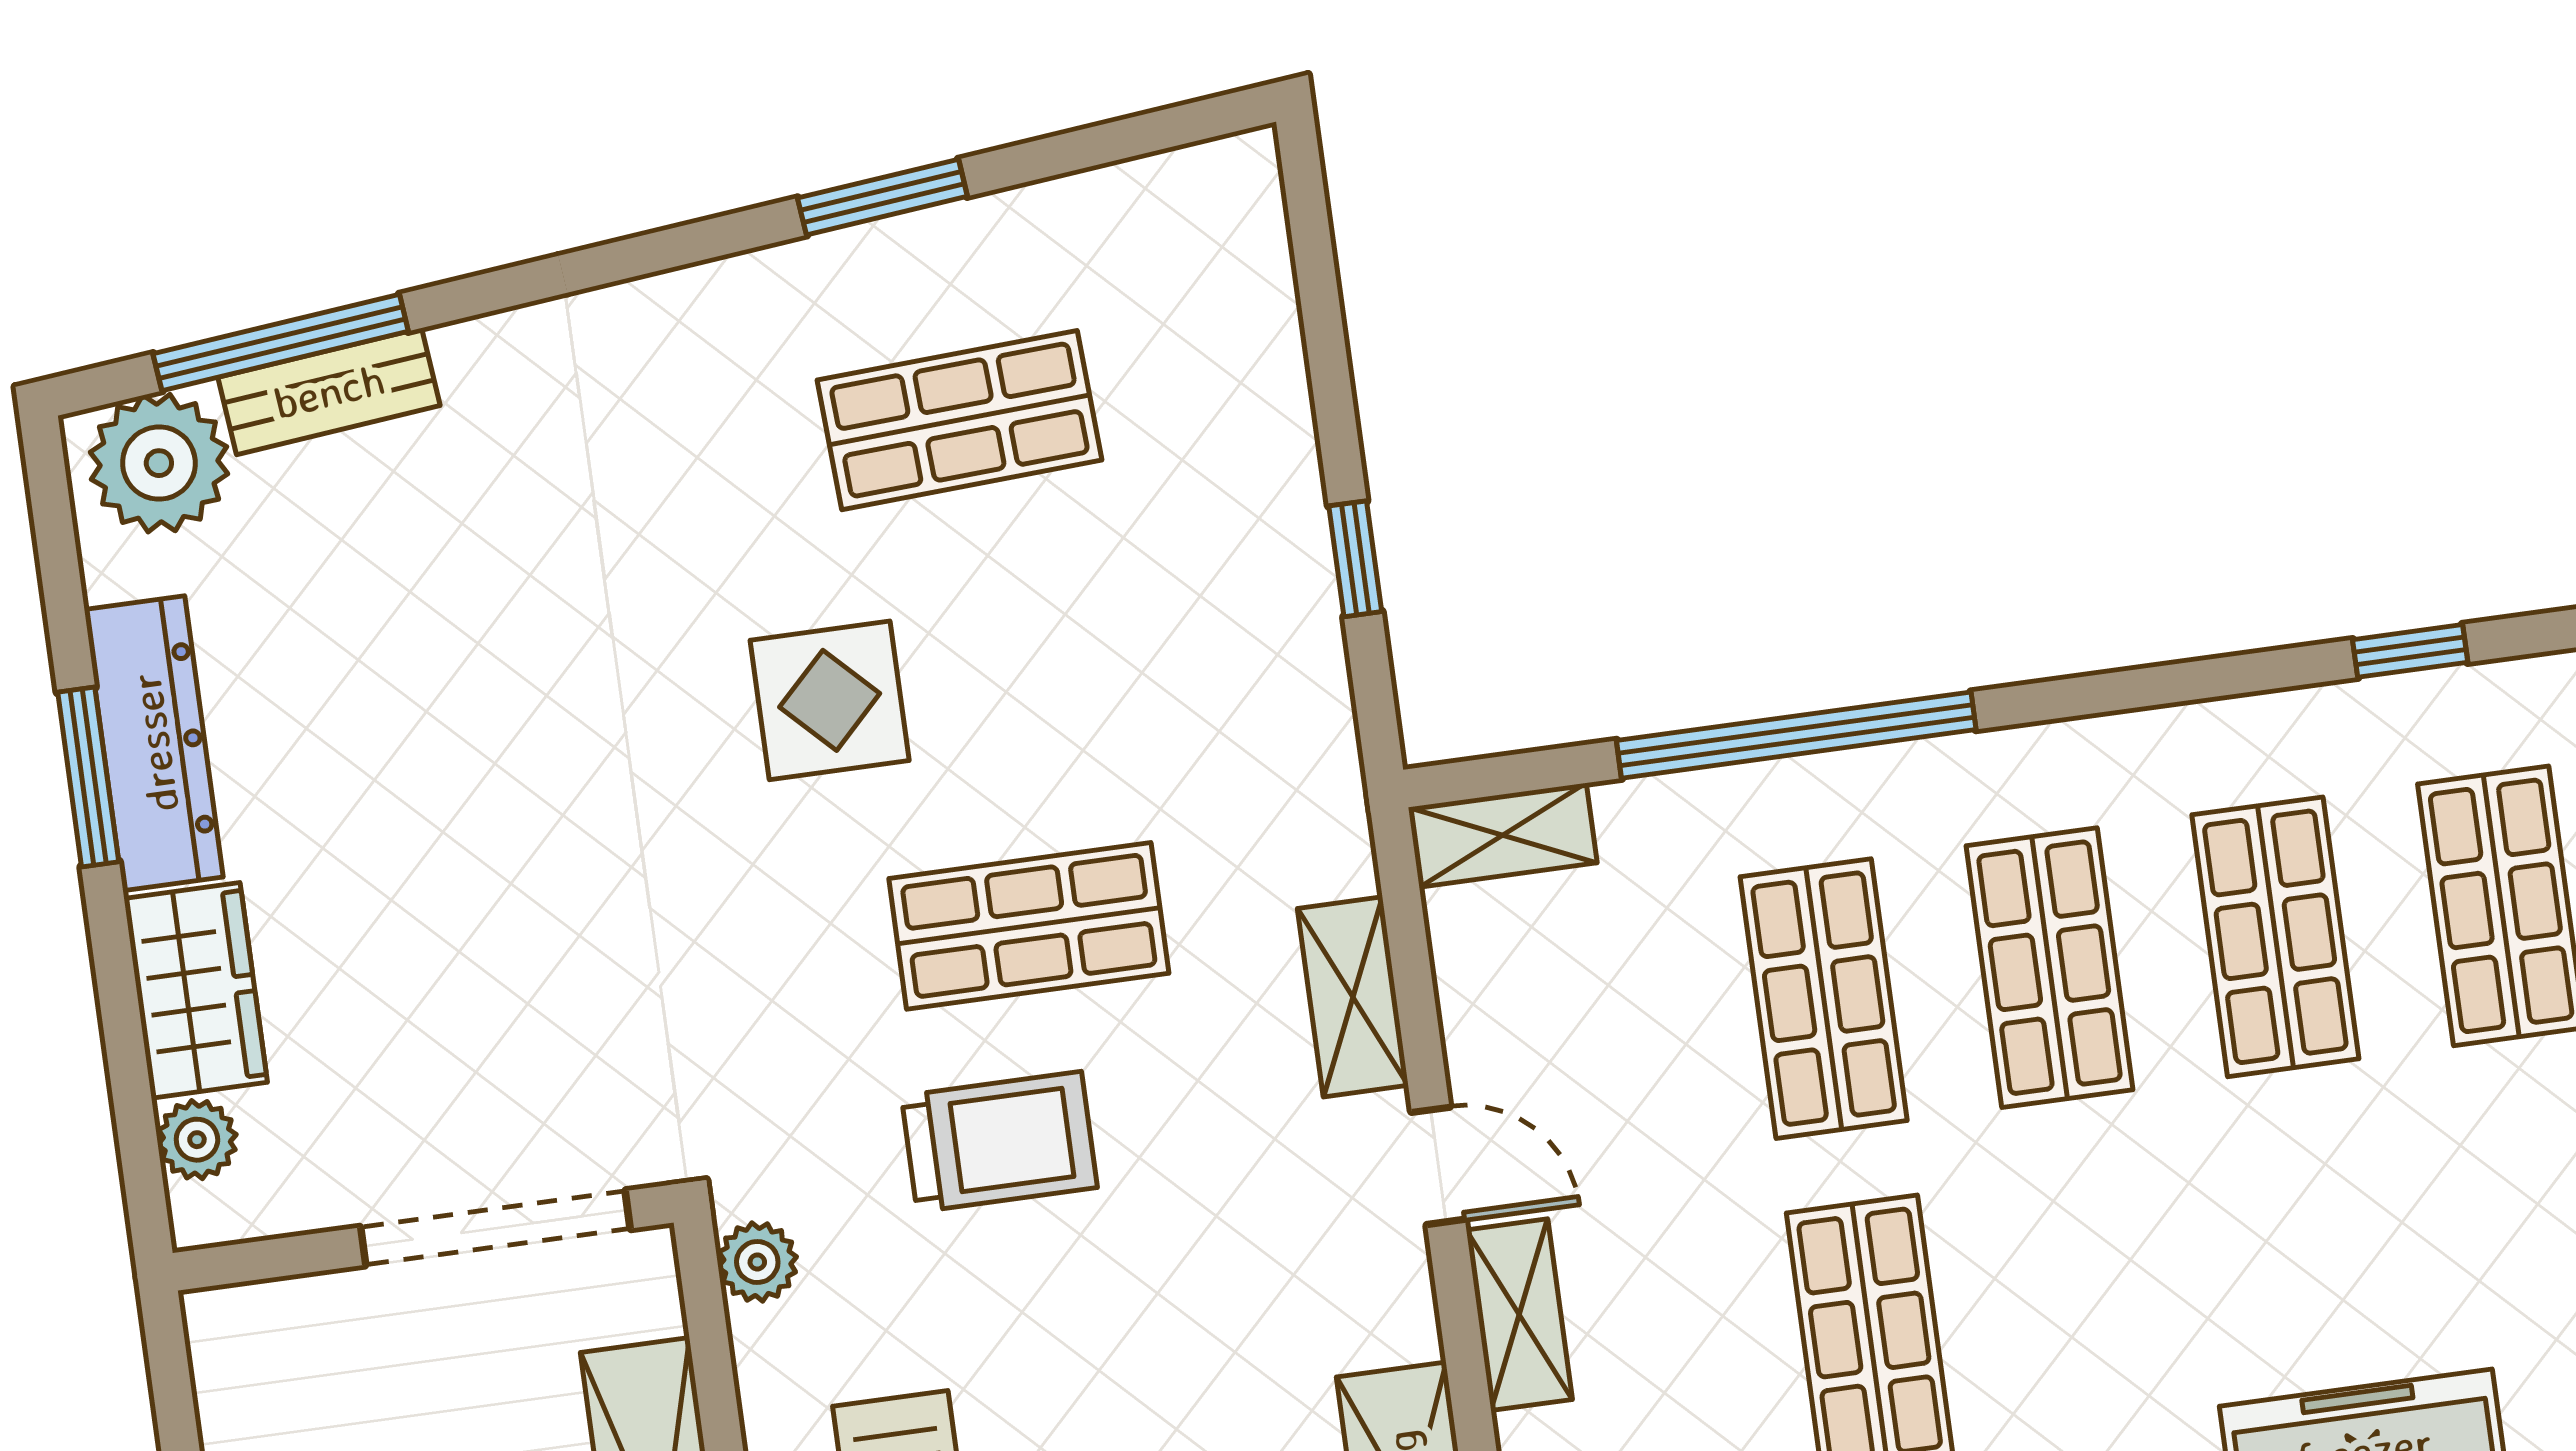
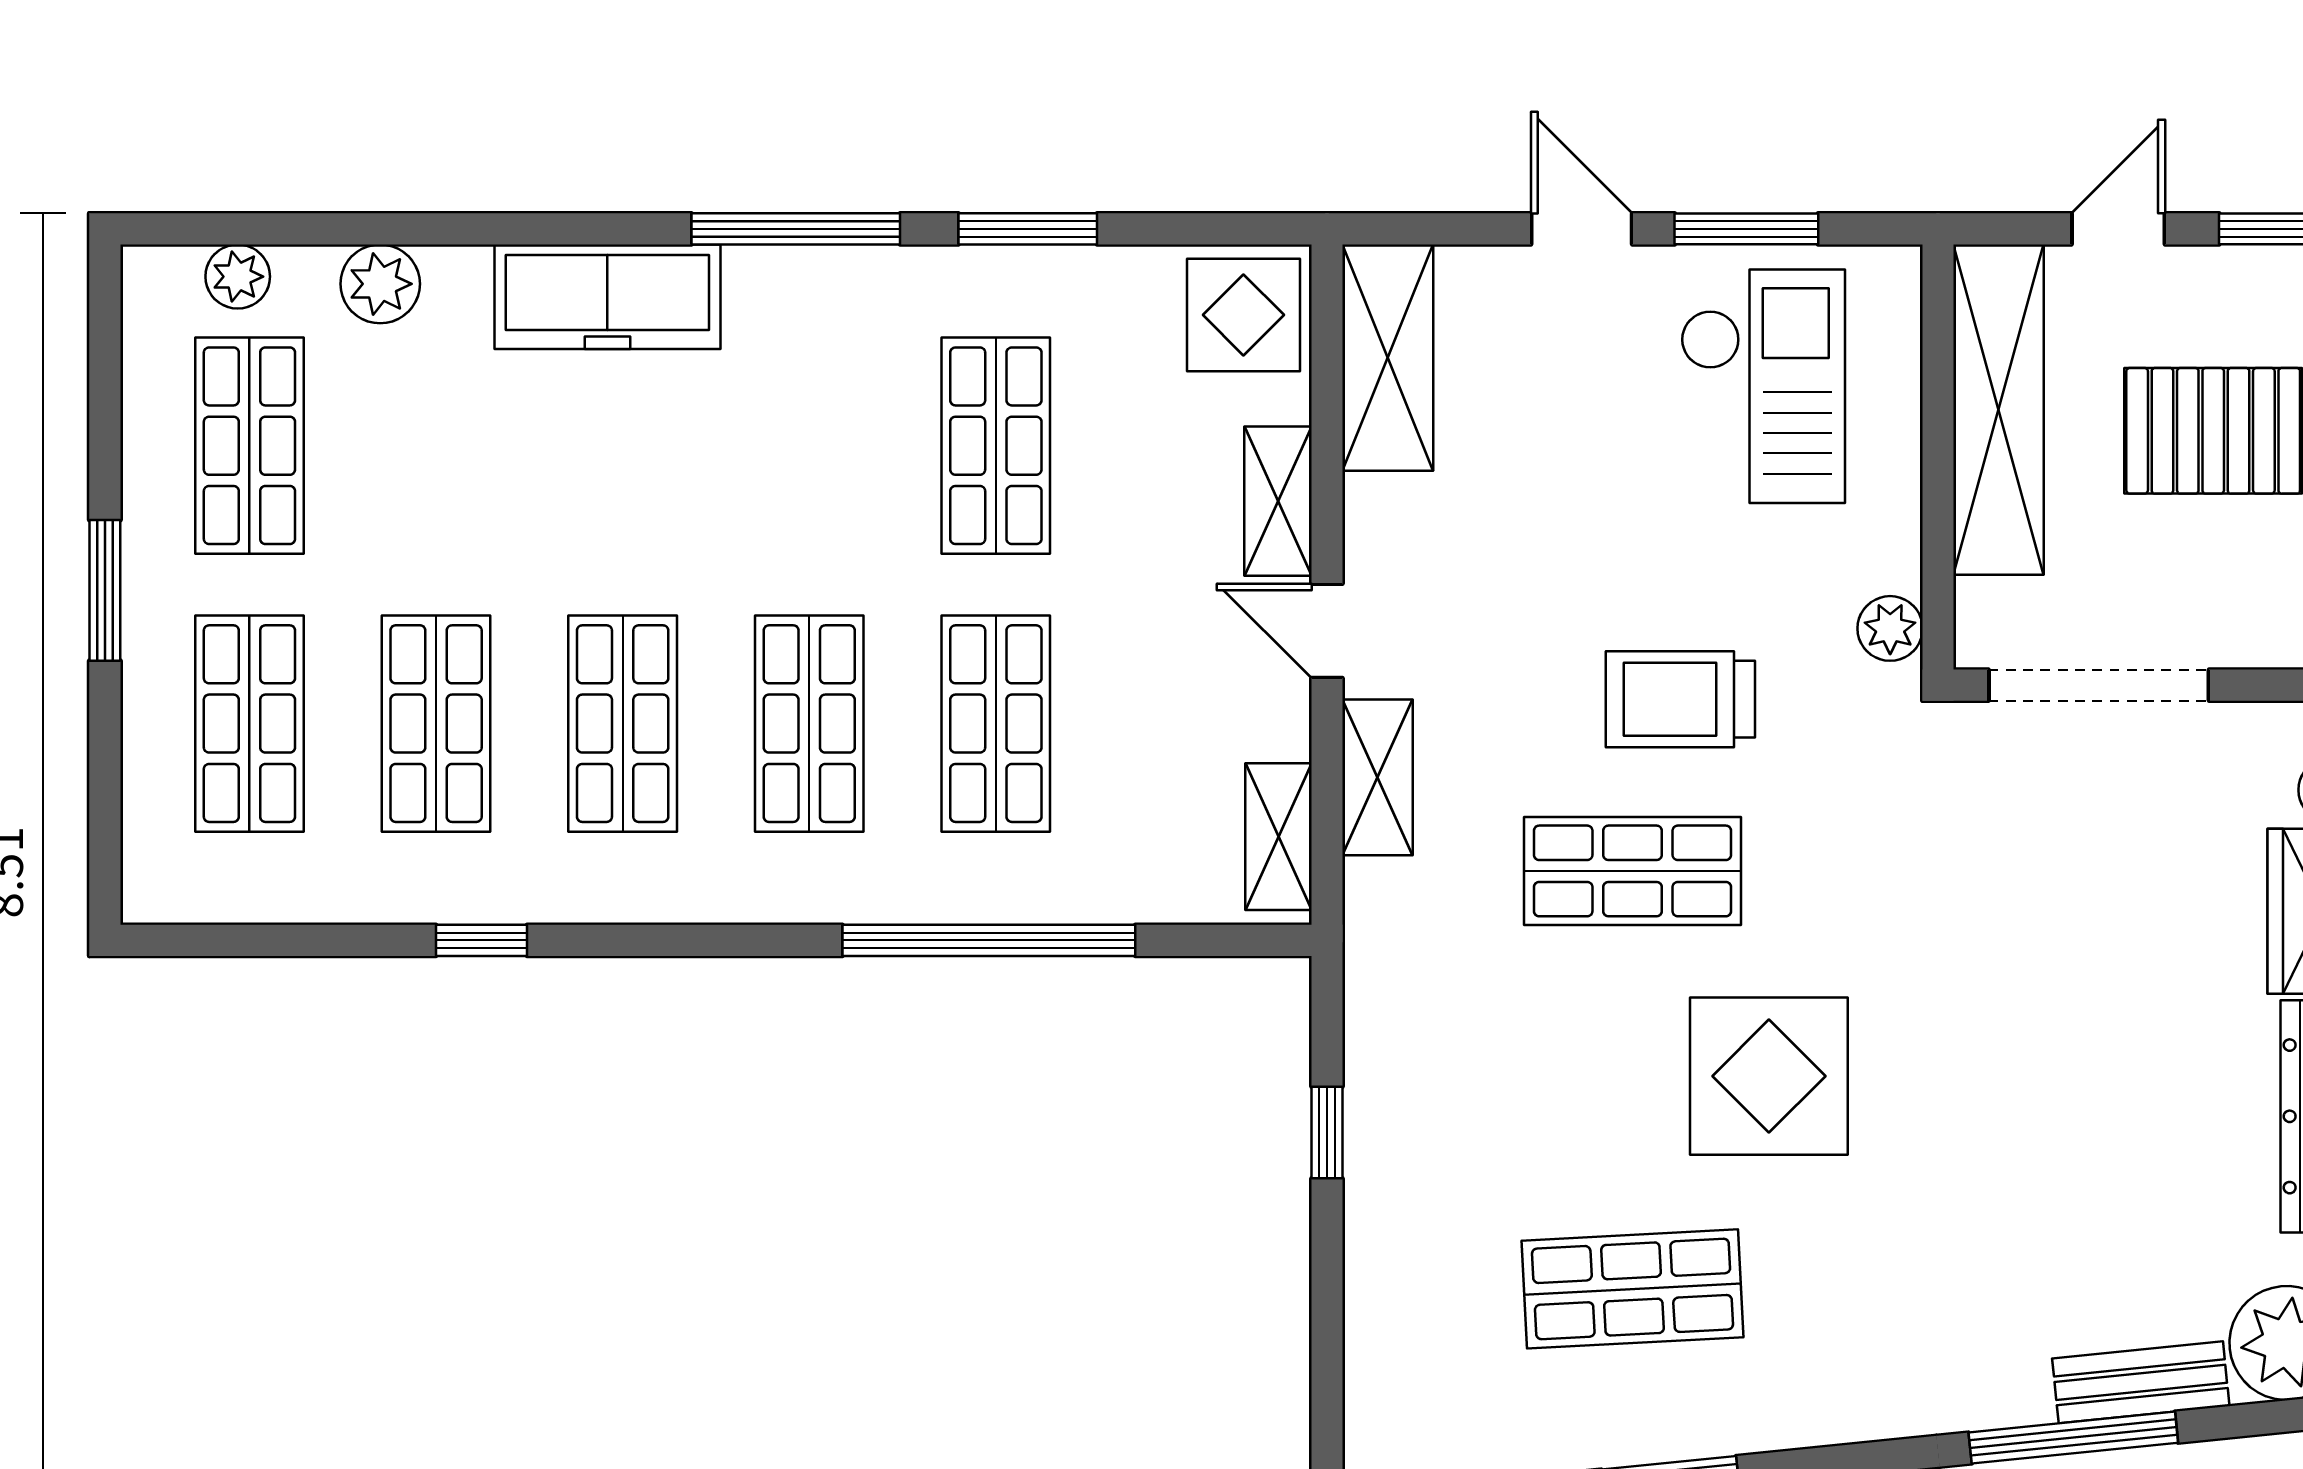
window: (281, 342) -> (2073, 1438), moved
display table: (830, 700) -> (1769, 1076), width x1.36, depth x1.36
shelving: (1503, 835) -> (1278, 837), moved, turned 90

